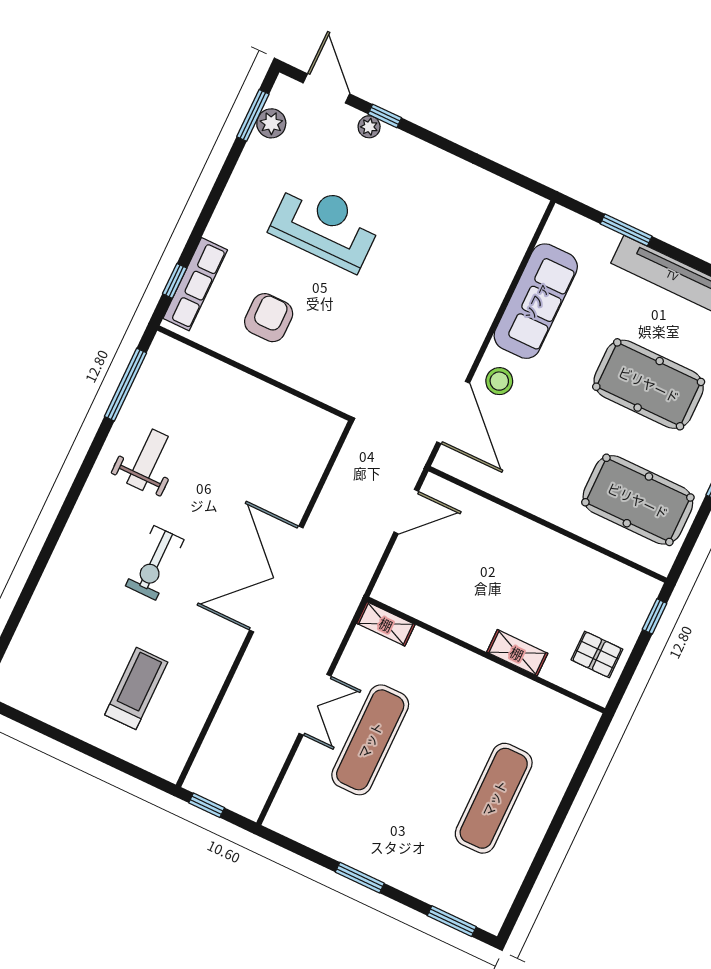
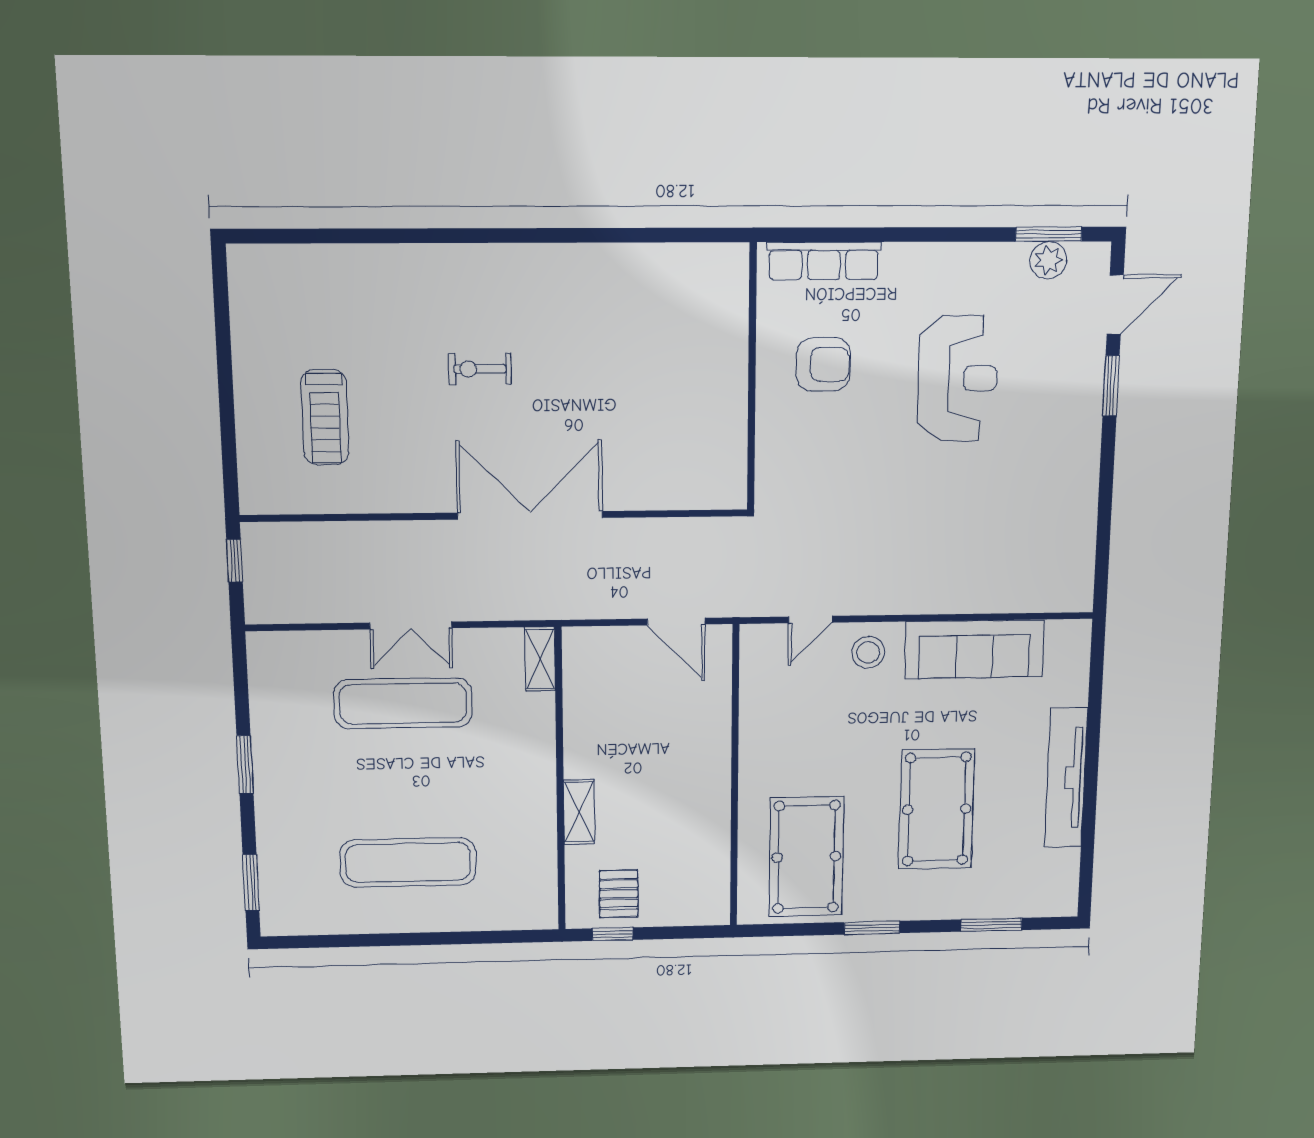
window: (385, 116) -> (1111, 386), width x1.50
plant: (369, 127) -> (1091, 374), removed
window: (626, 230) -> (1095, 707), removed
window: (175, 281) -> (817, 235), removed
window: (126, 385) -> (670, 235), removed
door: (453, 412) -> (810, 620), width x0.53
weight bench: (148, 460) -> (595, 303), removed
exercise bike: (155, 563) -> (480, 369), width x0.73, depth x0.72
window: (655, 616) -> (613, 934), moved
treadmill: (136, 688) -> (325, 417), turned 90

